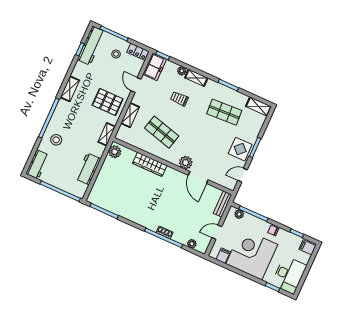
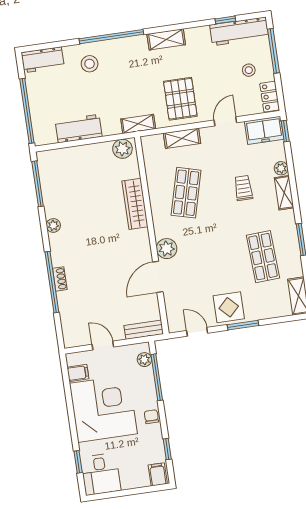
plant: (192, 244) -> (53, 225), moved
desk: (289, 275) -> (101, 474), width x0.73

